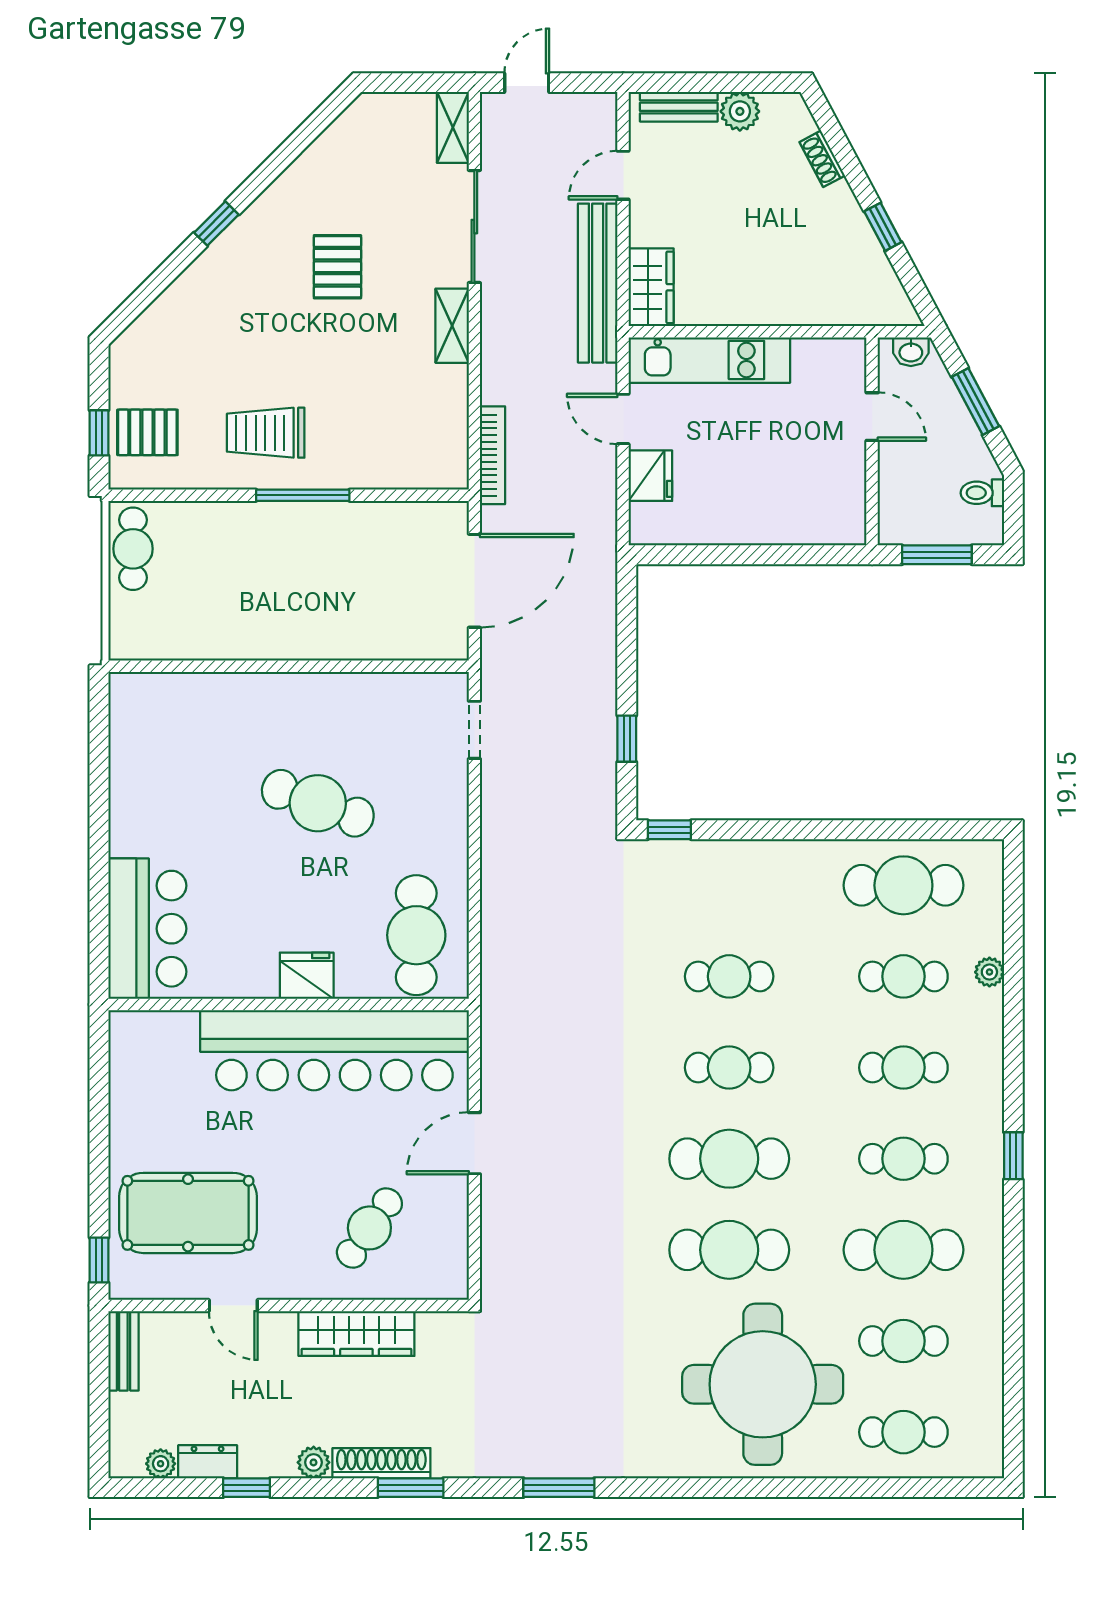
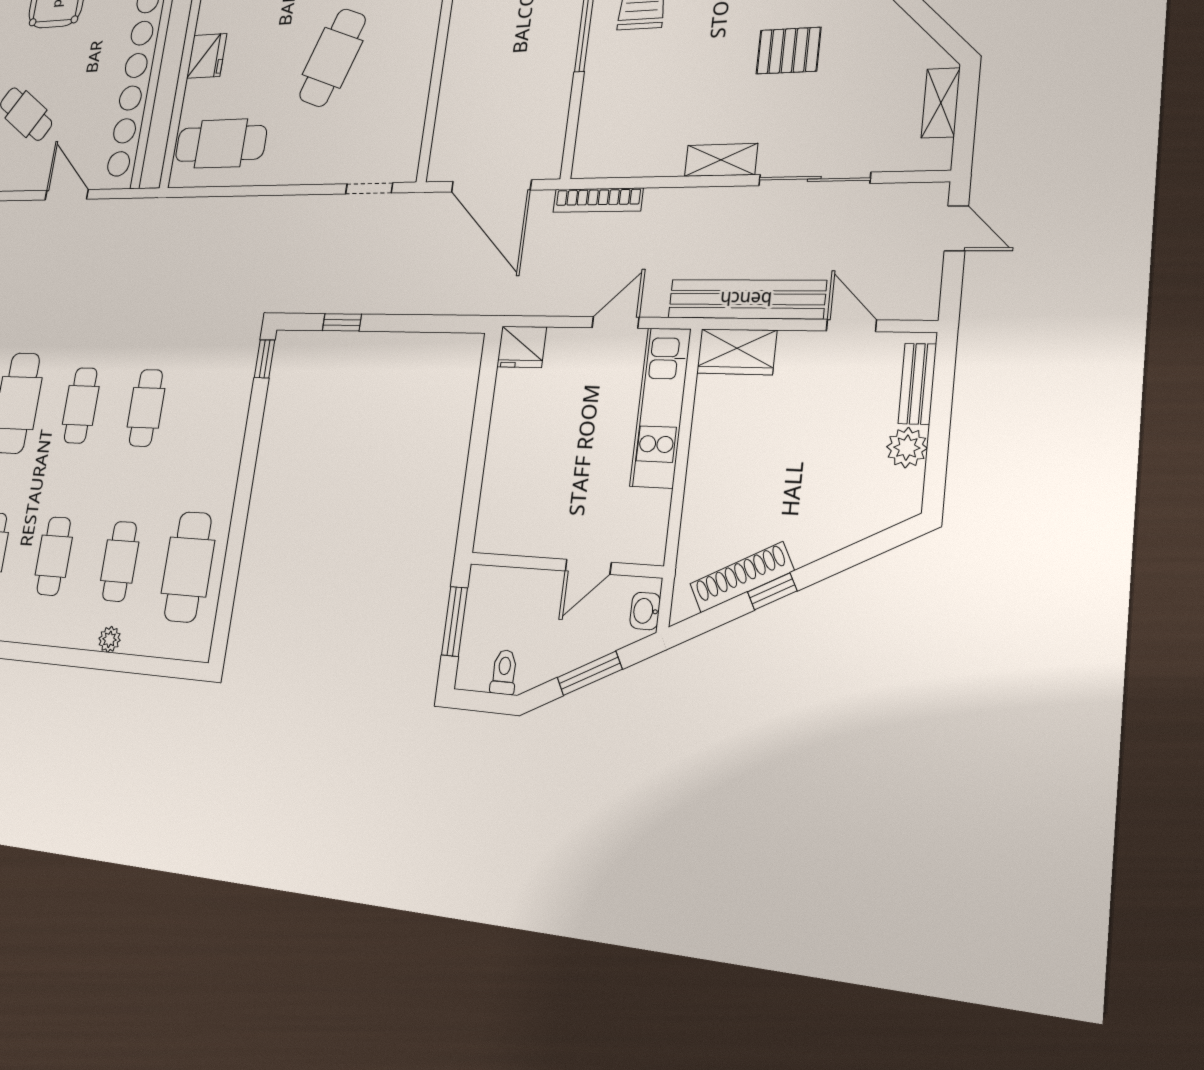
shelving: (453, 127) -> (941, 103), moved, turned 90
shoe rack: (822, 159) -> (742, 577), moved, width x1.94, depth x1.24
fridge: (650, 476) -> (522, 347), moved

